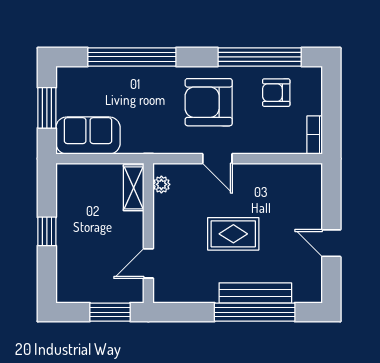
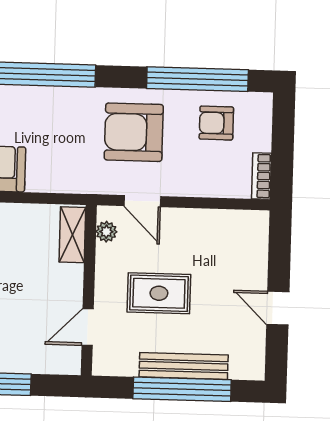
plant: (161, 184) -> (106, 232), moved
shelving: (134, 188) -> (72, 235), moved
wall: (148, 233) -> (89, 290), moved
door: (148, 263) -> (88, 327), moved

